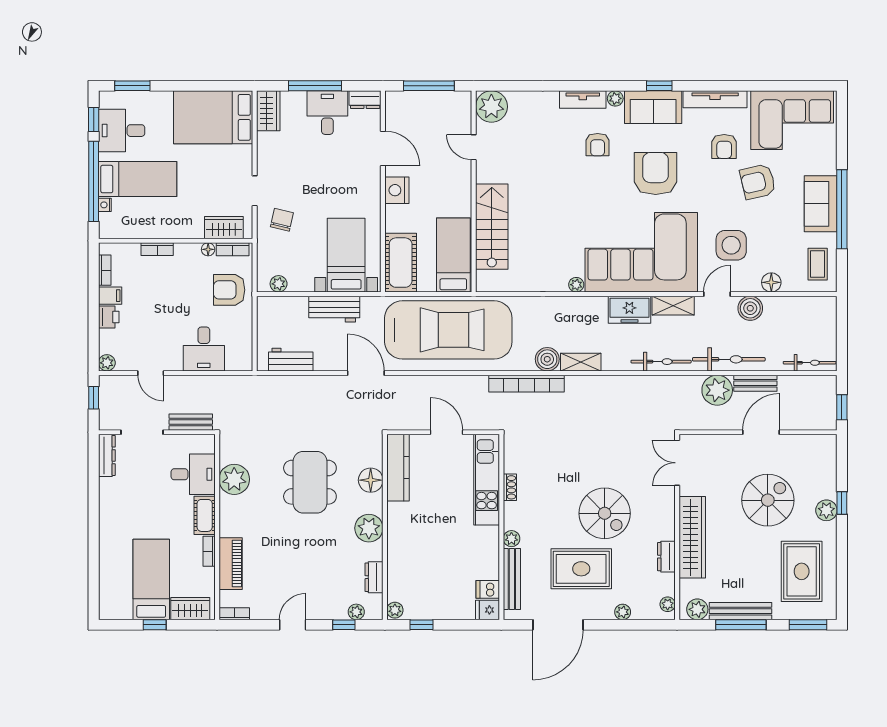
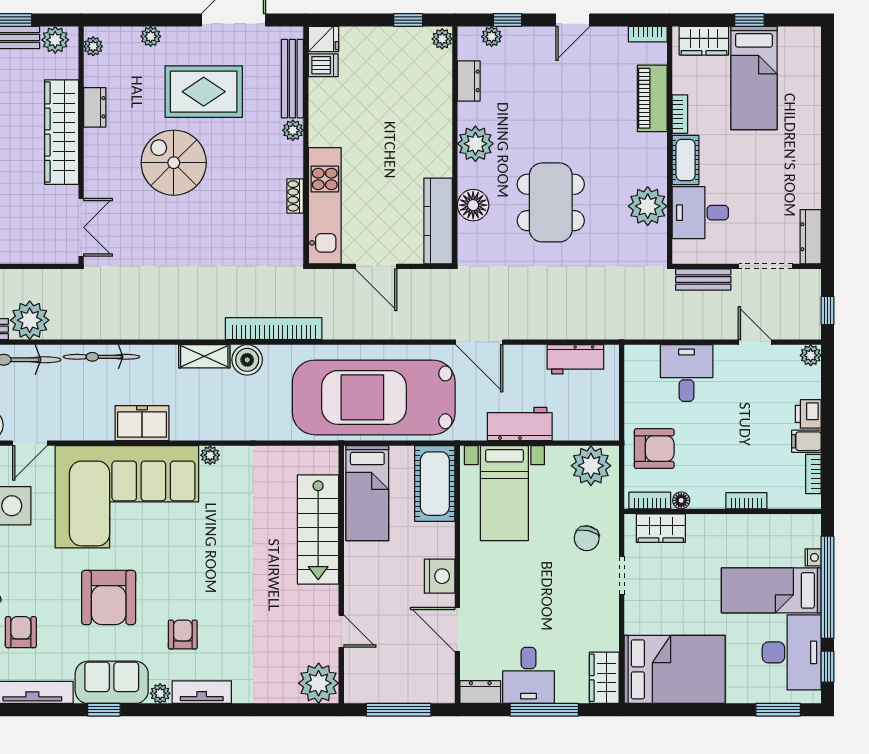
desk: (122, 131) -> (792, 652), width x1.37
plant: (279, 284) -> (591, 466), width x1.88, depth x1.88
shelving: (673, 306) -> (86, 429), removed

